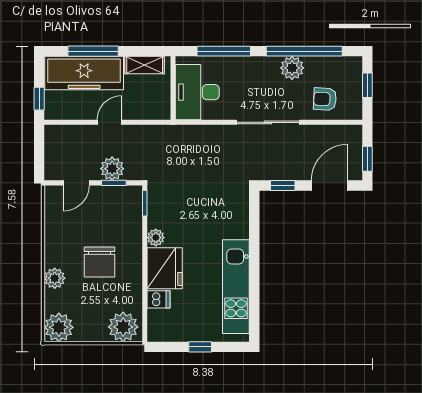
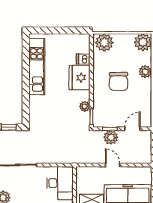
door: (109, 122) -> (113, 165), swing flipped
plant: (156, 238) -> (85, 106), moved
chair: (99, 262) -> (119, 81), turned 180
window: (200, 347) -> (58, 31), removed

